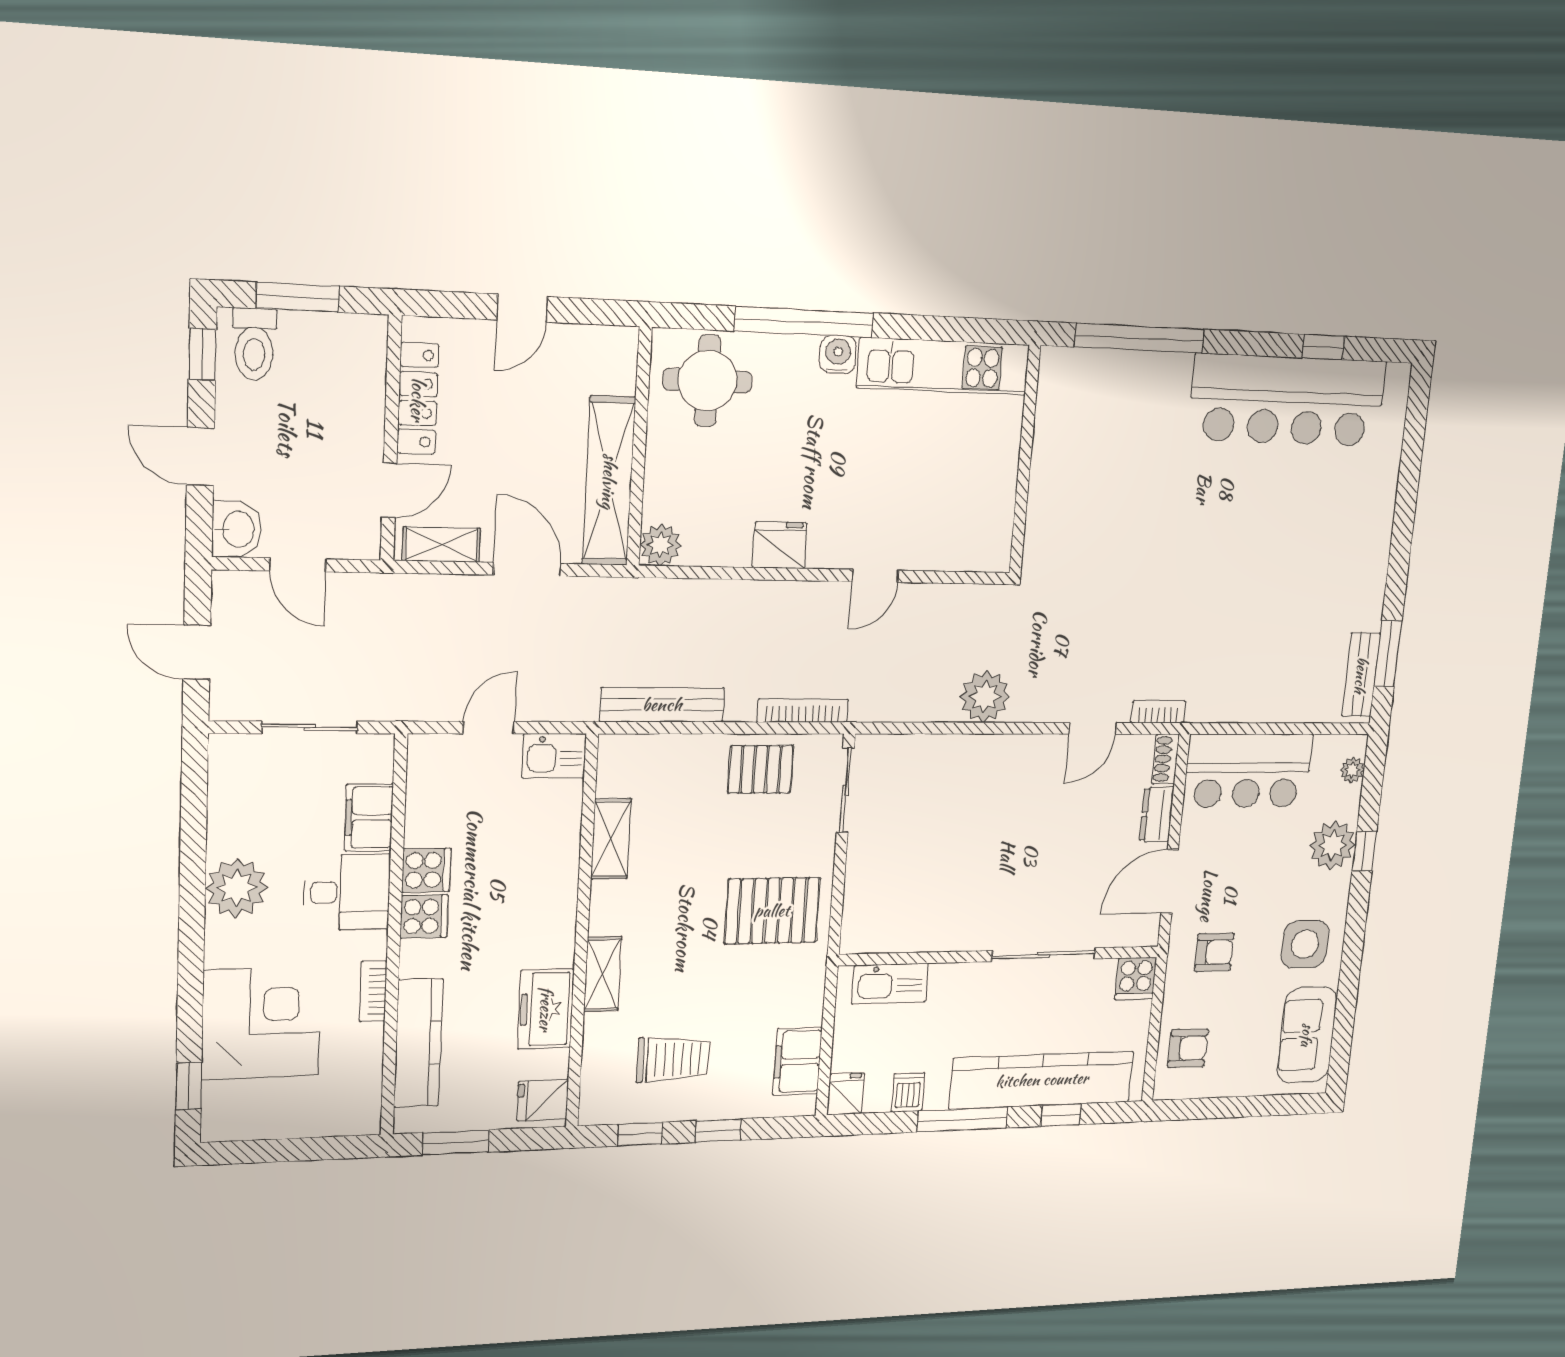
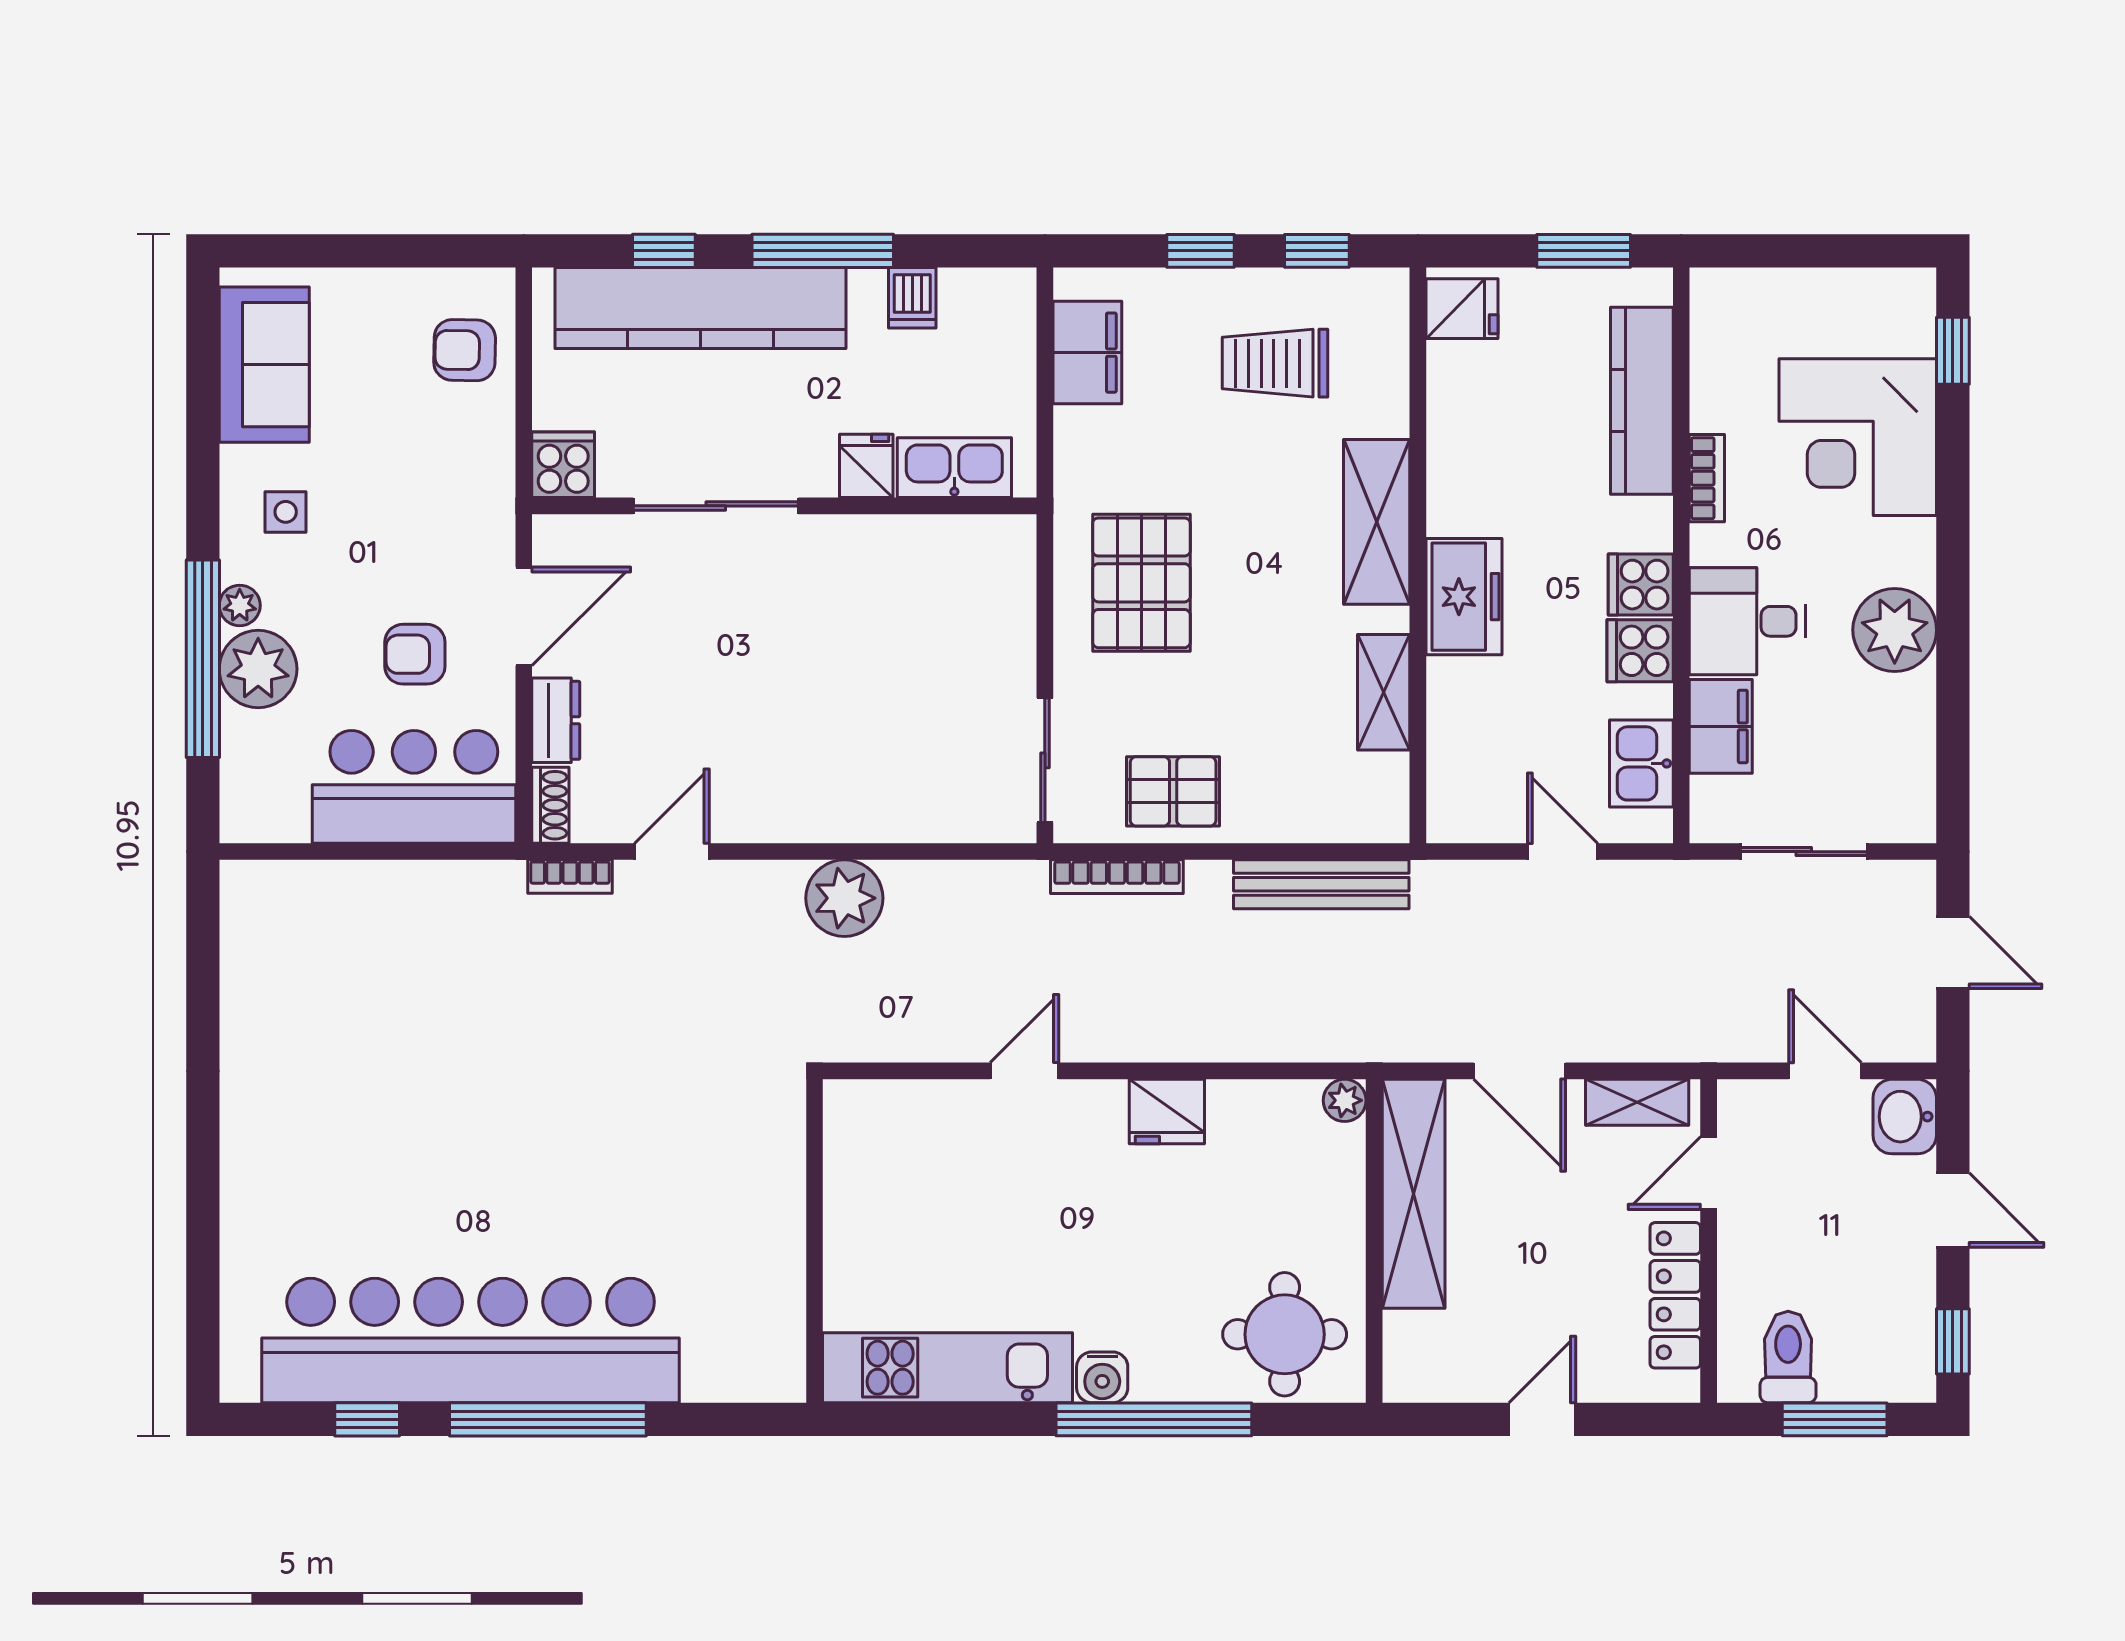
window: (1140, 338) -> (548, 1419), moved
toilet: (254, 344) -> (1788, 1357), moved
bar counter: (1287, 400) -> (471, 1340), width x1.36
plant: (661, 545) -> (1345, 1100), width x0.73, depth x0.73
window: (1388, 654) -> (203, 967), removed
bench: (1361, 675) -> (244, 935), removed
door: (489, 728) -> (1563, 852), swing flipped
kitchen sink: (554, 756) -> (1641, 763), moved, turned -90
plant: (1352, 770) -> (240, 605), moved
window: (1364, 851) -> (203, 659), width x3.17
pallet: (772, 911) -> (1141, 583), turned 90
side table: (1305, 944) -> (286, 512), width x0.54, depth x0.54
armchair: (1214, 952) -> (415, 654), moved
shelving: (603, 974) -> (1377, 522), width x1.50, depth x1.33
freezer: (546, 1009) -> (1464, 597), moved
fridge: (845, 1094) -> (866, 466), moved, turned 180

